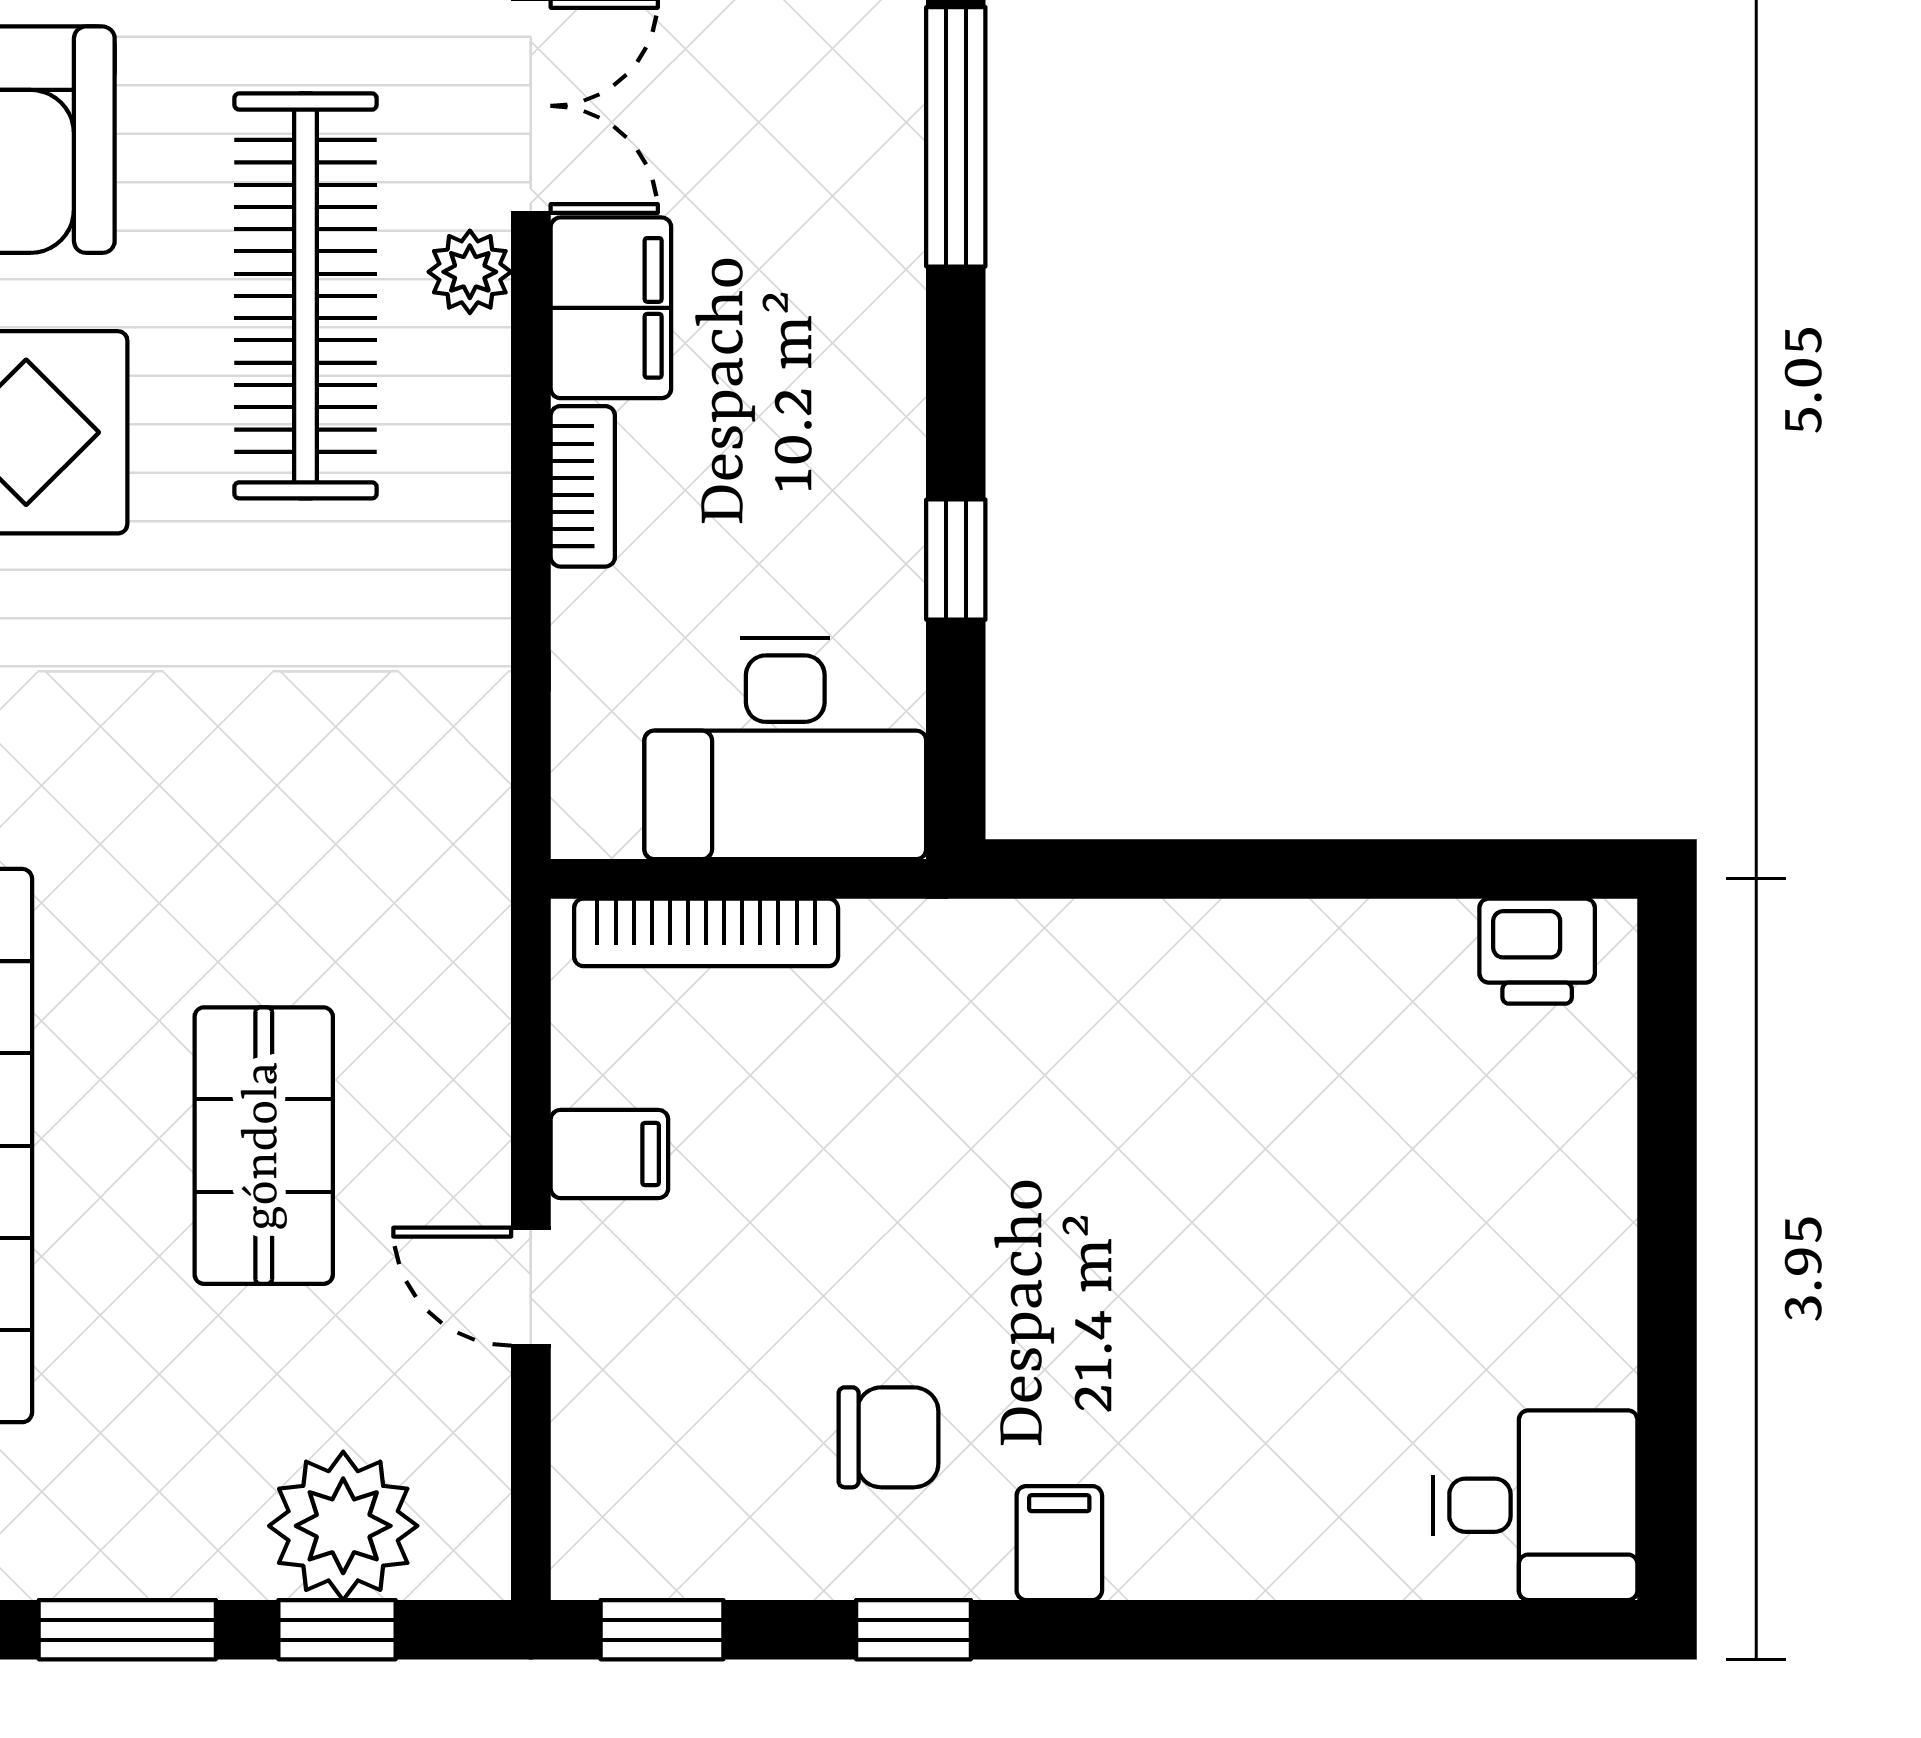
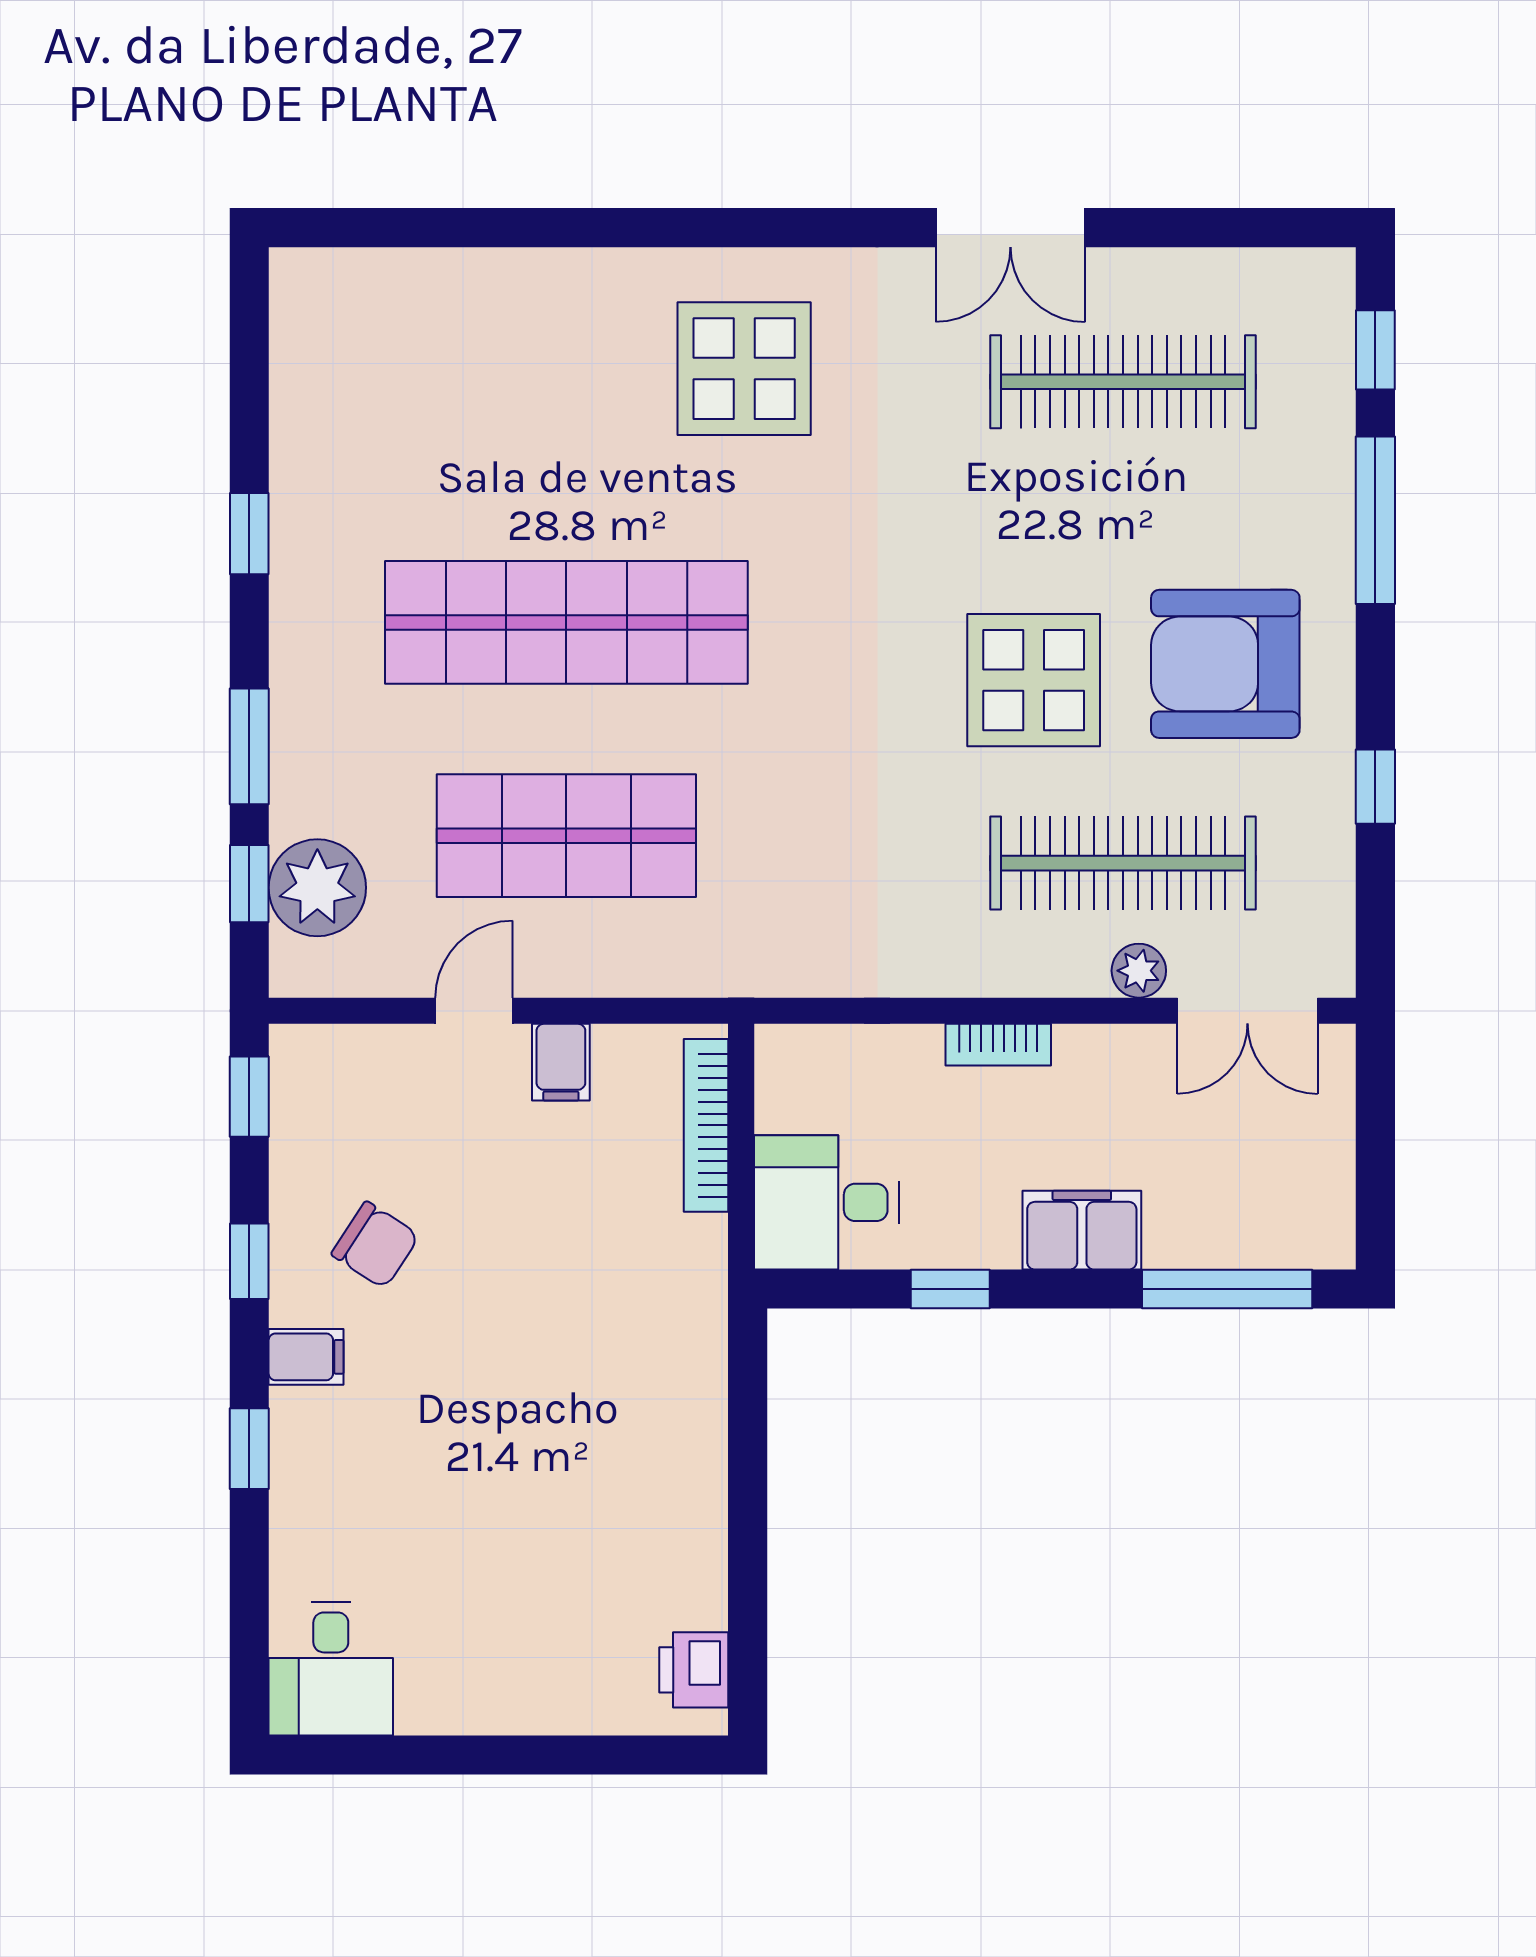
filing cabinet: (611, 308) -> (1082, 1230), moved, turned 180
desk: (785, 748) -> (827, 1202), width x0.73
shop shelf: (264, 1146) -> (566, 836), width x1.43, depth x1.36
chair: (889, 1437) -> (375, 1245), turned -57
window: (1199, 1630) -> (249, 1449), added

